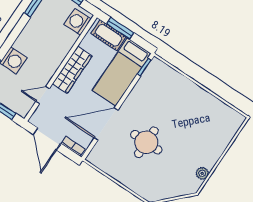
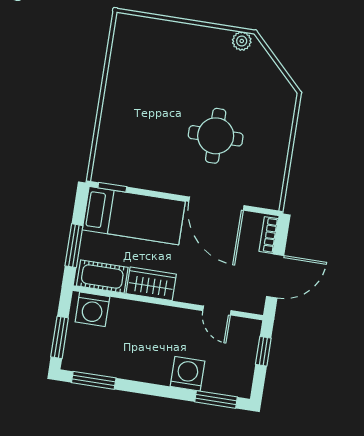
cot: (109, 35) -> (102, 277), moved, turned 90
wardrobe: (72, 70) -> (151, 284), width x0.67
plant: (202, 173) -> (242, 41), moved

